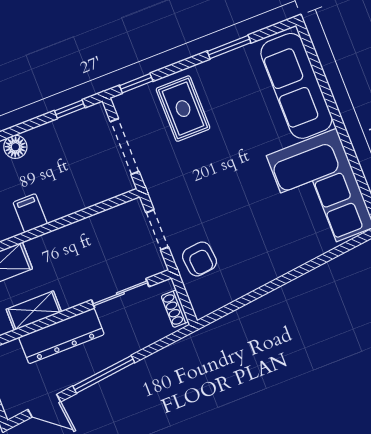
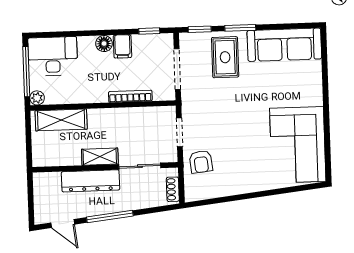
window: (229, 47) -> (240, 28), moved
sofa: (296, 86) -> (284, 45), moved, turned -90
bookcase: (75, 205) -> (130, 96), added
filing cabinet: (30, 213) -> (122, 46), moved, turned 180
shelving: (34, 311) -> (100, 157), moved

